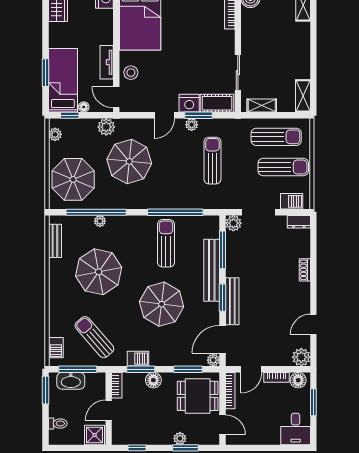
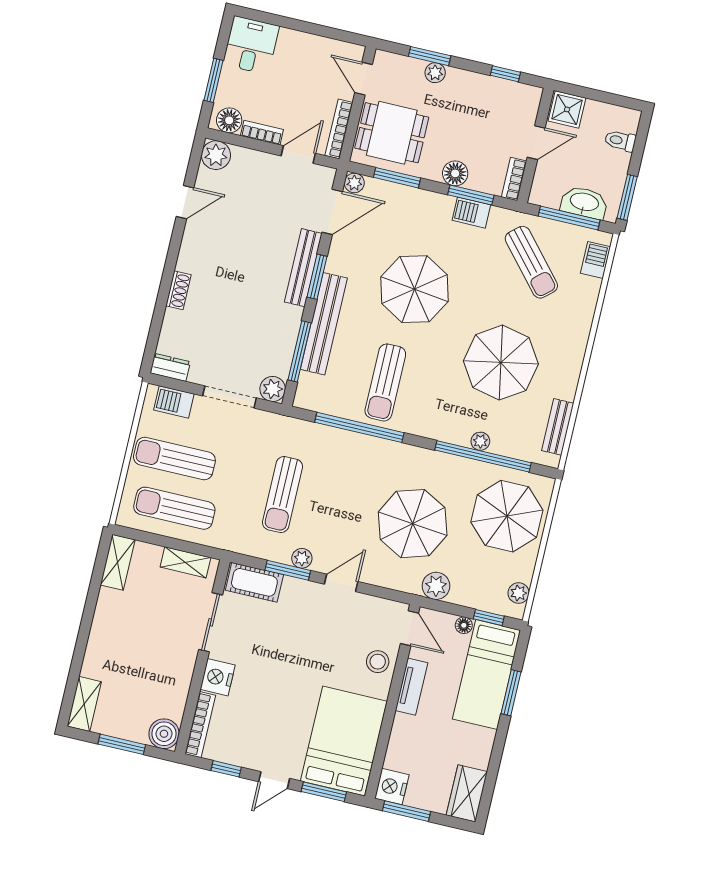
nightstand: (189, 103) -> (218, 677), moved, turned -90

